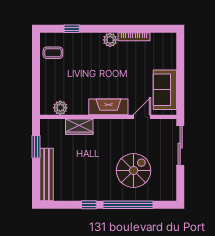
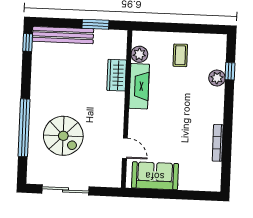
plant: (110, 40) -> (217, 78), moved
coffee table: (53, 53) -> (180, 55), moved
fireplace: (108, 107) -> (139, 86), moved
sliding door: (180, 146) -> (65, 190), moved
window: (89, 205) -> (28, 42), moved

